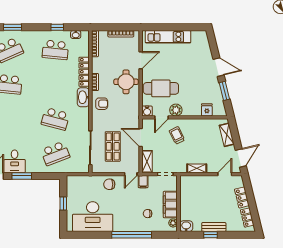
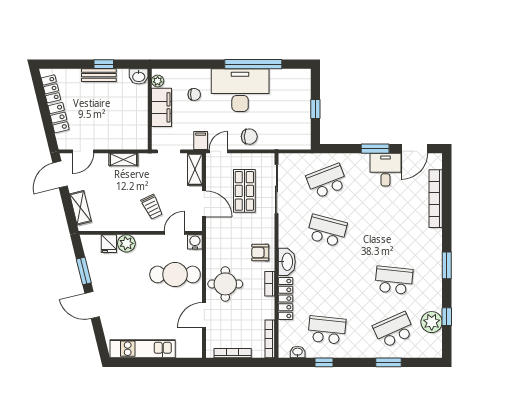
kitchen unit: (168, 37) -> (143, 349), moved
plant: (176, 110) -> (126, 243), moved
desk: (93, 217) -> (240, 90), moved
window: (132, 235) -> (253, 64), moved

